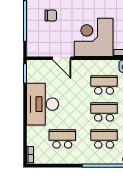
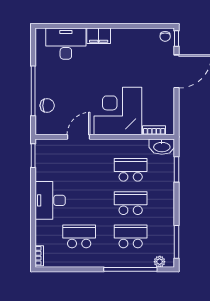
chair: (51, 15) -> (47, 106), moved
door: (62, 58) -> (78, 137), swing flipped
desk: (43, 104) -> (50, 200), width x0.73, depth x0.77

